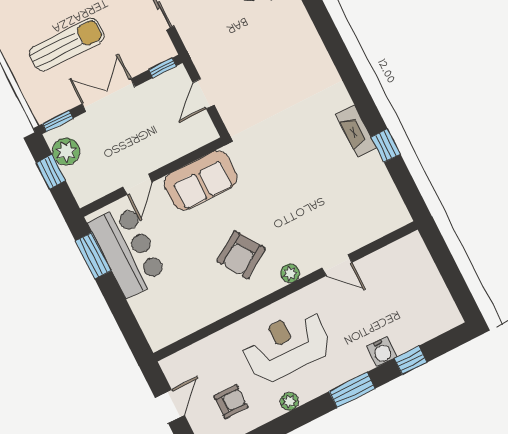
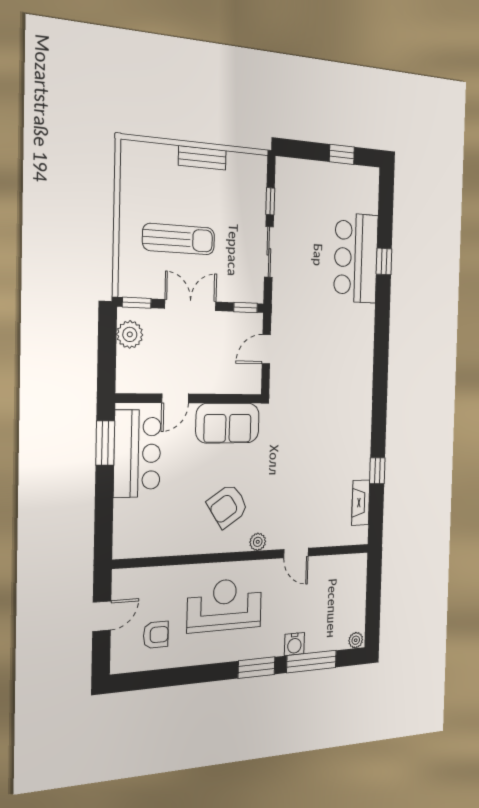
fireplace: (356, 131) -> (361, 503), moved
window: (51, 172) -> (107, 345), removed
window: (411, 360) -> (312, 662), width x2.17
plant: (289, 401) -> (356, 640), moved

